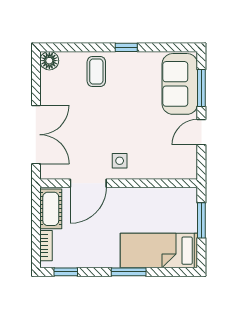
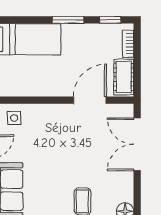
side table: (120, 161) -> (14, 118), moved
window: (129, 272) -> (68, 20), moved

